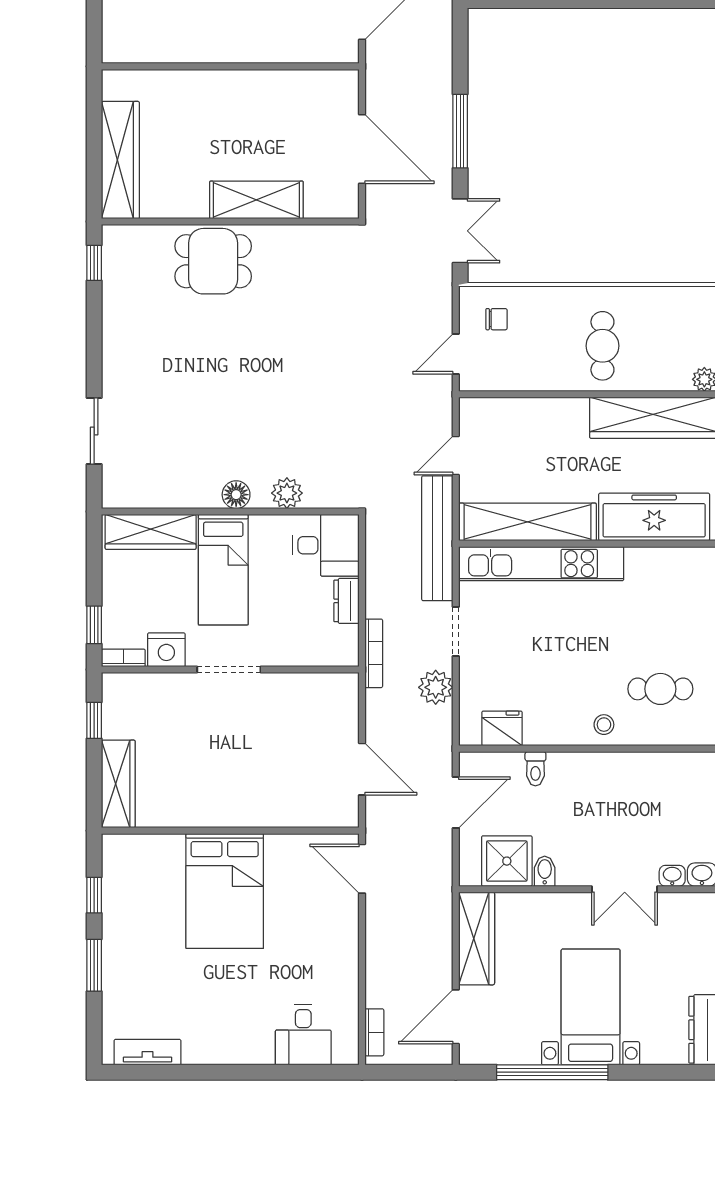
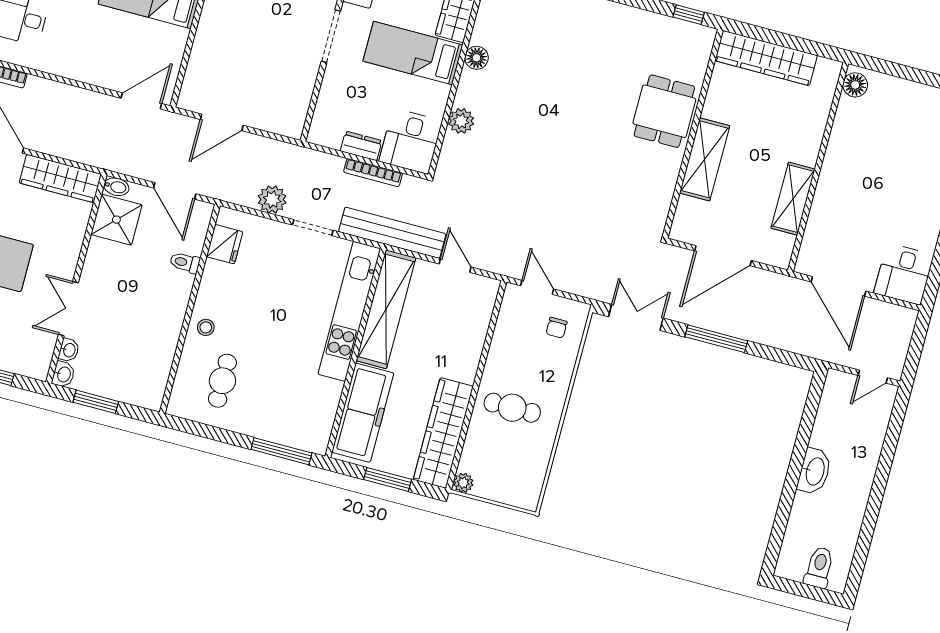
floor lamp: (124, 49) -> (855, 85), added
shelving: (275, 86) -> (793, 199), added
double door: (460, 231) -> (636, 317), swing flipped
floor lamp: (236, 495) -> (477, 58), moved
bookcase: (374, 653) -> (373, 173), moved
bidet: (545, 871) -> (116, 187), moved

